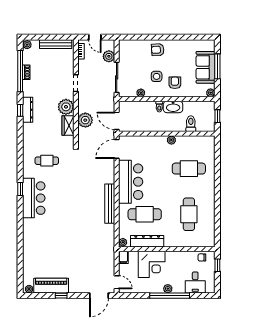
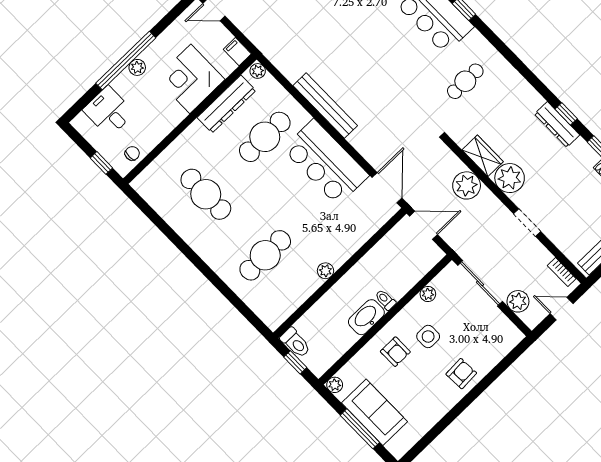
toilet: (191, 124) -> (295, 343), moved

